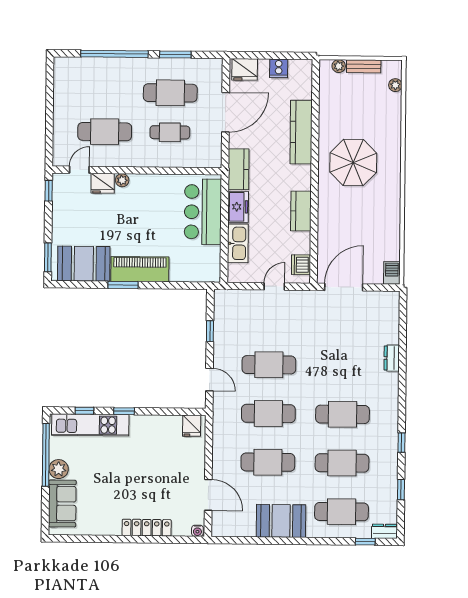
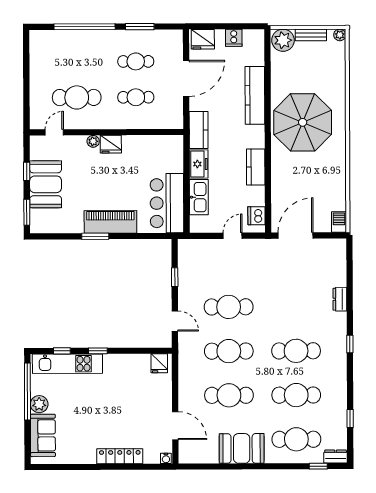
plant: (339, 66) -> (283, 40), width x1.87, depth x1.87
plant: (395, 85) -> (340, 35), moved
cafe table: (170, 93) -> (136, 61), width x0.73, depth x0.74
parasol: (353, 163) -> (303, 122), width x1.36, depth x1.36
fridge: (103, 183) -> (111, 144), moved
window: (49, 191) -> (27, 171), moved
bar counter: (203, 212) -> (167, 203), moved
booth: (84, 264) -> (46, 184), moved, turned 90
window: (401, 443) -> (350, 344), moved

